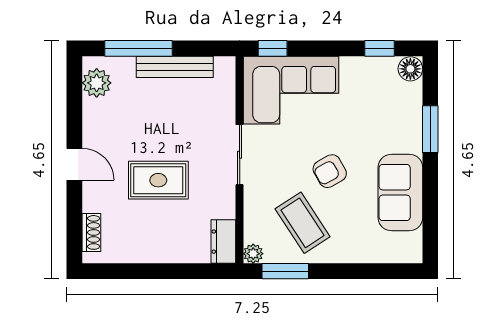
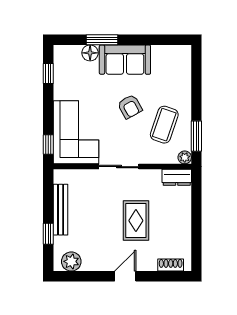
window: (139, 48) -> (48, 234), width x0.46
floor lamp: (410, 69) -> (90, 53), moved
sofa: (400, 192) -> (125, 60), moved
coffee table: (303, 223) -> (164, 125), turned -38

